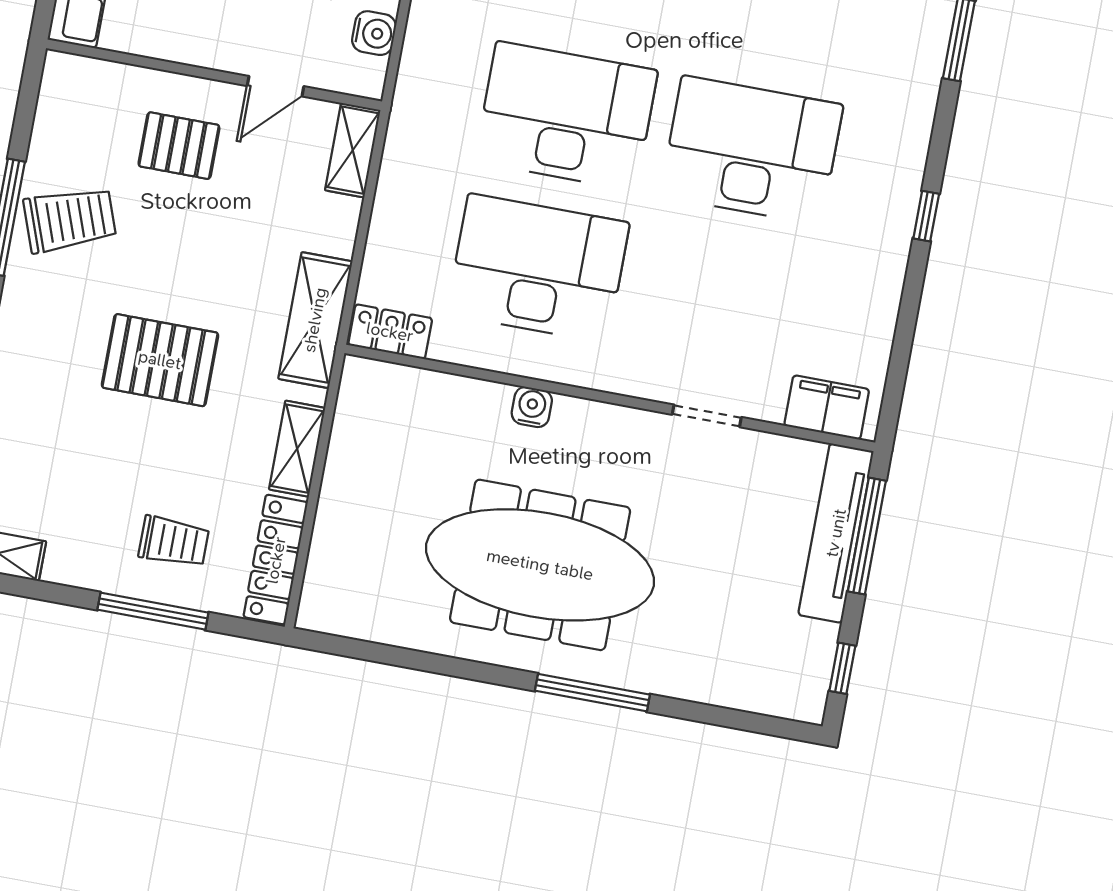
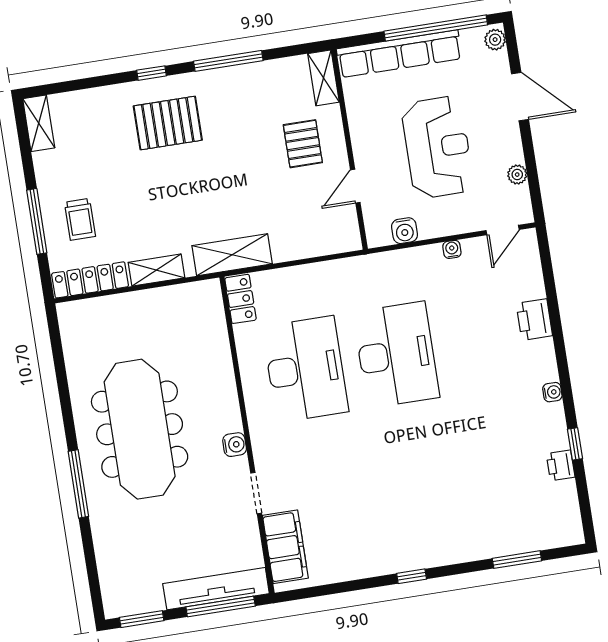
door: (276, 86) -> (355, 186), hinge flipped
shelving: (353, 150) -> (323, 78), moved, turned 90
desk: (752, 150) -> (414, 465), removed
trolley: (70, 220) -> (240, 97), removed
pallet: (160, 360) -> (168, 123), moved, turned 90
water cooler: (532, 407) -> (235, 445), moved
filing cabinet: (827, 407) -> (285, 547), width x1.50, depth x1.17
window: (842, 668) -> (142, 619), width x1.50

